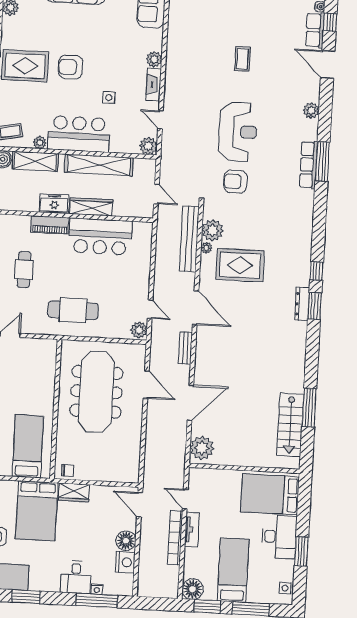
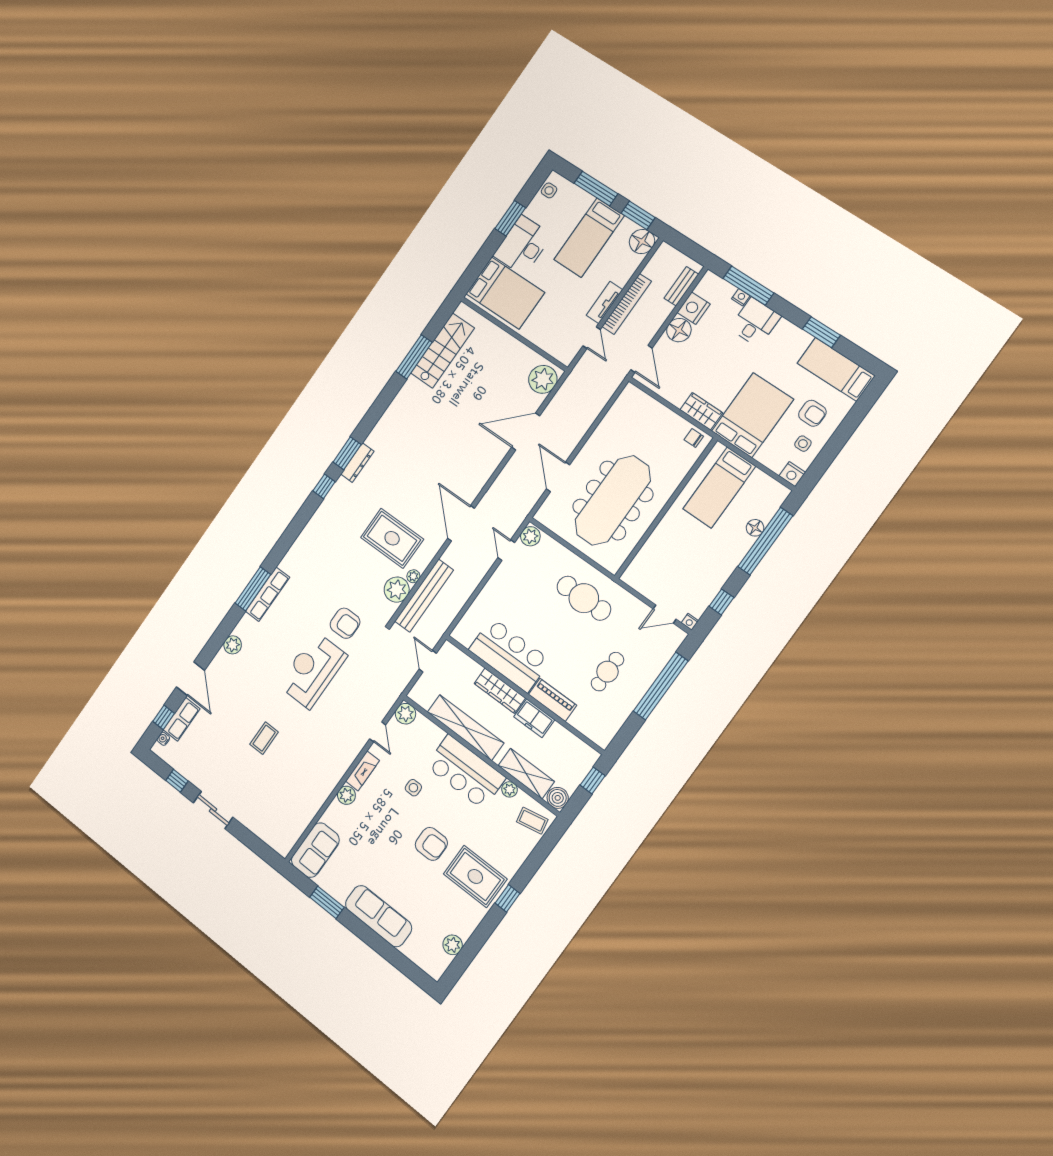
bench: (185, 348) -> (681, 286), moved

